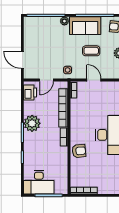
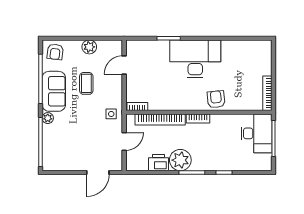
door: (46, 80) -> (124, 141), hinge flipped
door: (94, 80) -> (124, 65), moved
printer: (30, 93) -> (159, 163), moved
desk: (39, 182) -> (256, 133), moved

